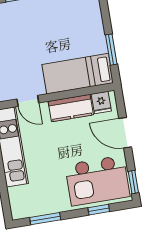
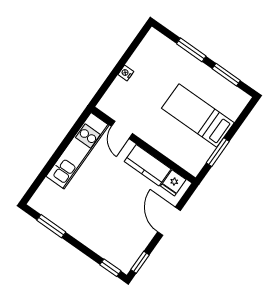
bed: (78, 74) -> (198, 116), moved
kitchen island: (97, 181) -> (115, 236), removed
window: (99, 210) -> (110, 268), moved

